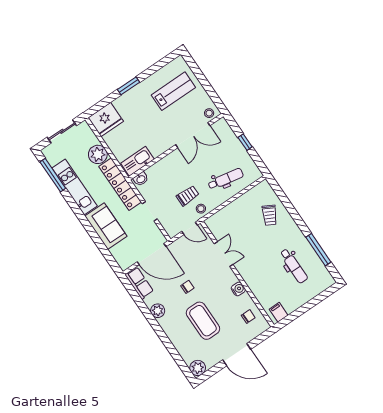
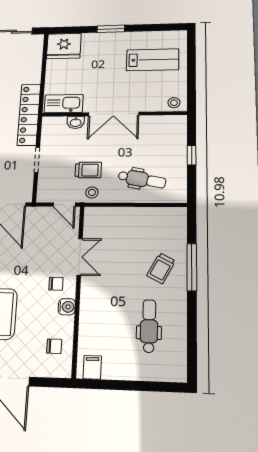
double door: (193, 135) -> (113, 114), moved
plant: (98, 154) -> (30, 73), removed
washbasin: (141, 179) -> (76, 122), moved
trolley: (270, 215) -> (161, 268), moved
window: (318, 250) -> (192, 267), moved
dental chair: (294, 266) -> (149, 326), turned 180
chair: (187, 287) -> (56, 284), moved

